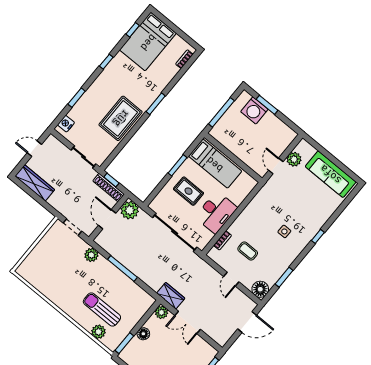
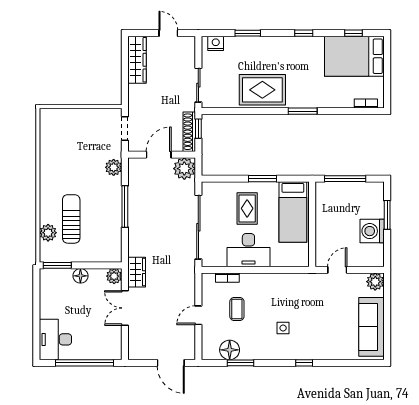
washing machine: (254, 110) -> (372, 231), moved
plant: (294, 159) -> (375, 282), moved
floor lamp: (260, 289) -> (230, 350), moved

